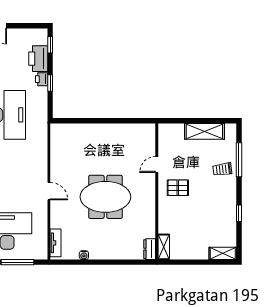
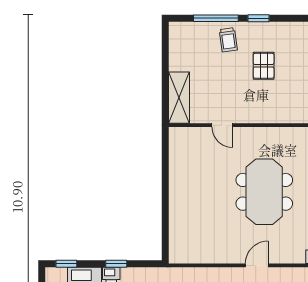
shelving: (204, 131) -> (179, 98), moved
pallet: (178, 188) -> (264, 66), moved
window: (239, 213) -> (259, 18), moved

